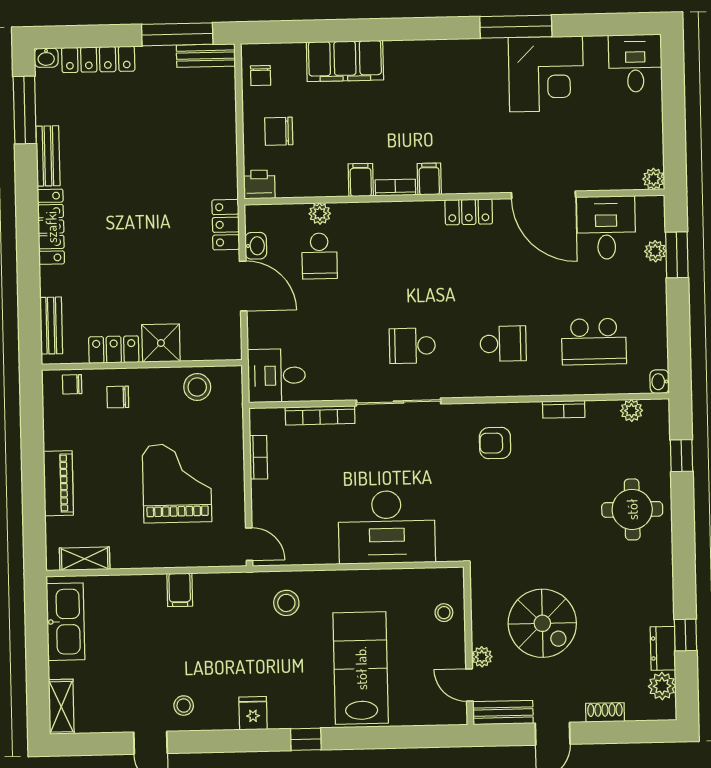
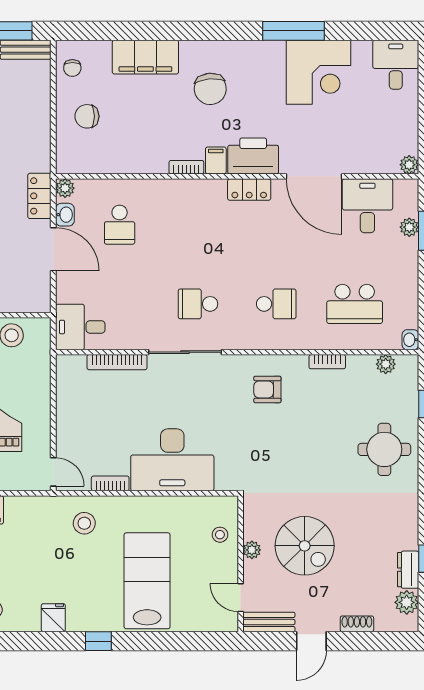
chair: (421, 96) -> (210, 89), added
filing cabinet: (361, 180) -> (157, 160), removed
printer: (259, 184) -> (253, 156), moved, width x1.87, depth x1.48
plant: (320, 214) -> (65, 188), moved
bookcase: (258, 457) -> (110, 483), moved, turned -90
plant: (482, 657) -> (252, 550), moved

